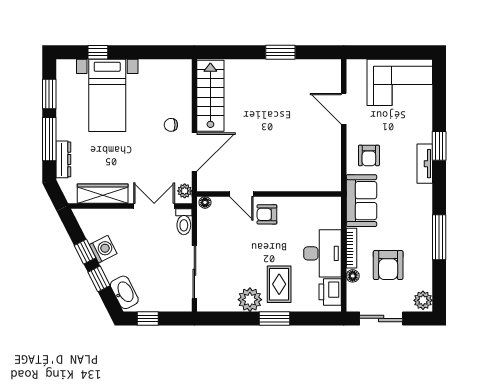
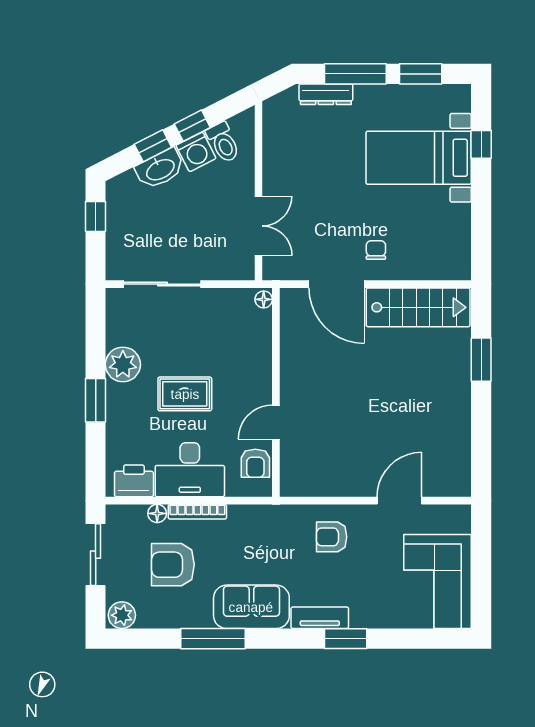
window: (280, 52) -> (481, 360), moved
plant: (185, 191) -> (280, 270), removed
wardrobe: (103, 194) -> (276, 151), removed
door: (241, 194) -> (276, 422), moved
sofa: (361, 201) -> (251, 607), moved, turned 180
armchair: (267, 214) -> (255, 463), moved, turned 180
toilet: (184, 222) -> (223, 142), moved, turned -117
rug: (279, 284) -> (185, 394), moved
washbasin: (124, 292) -> (160, 169), moved

